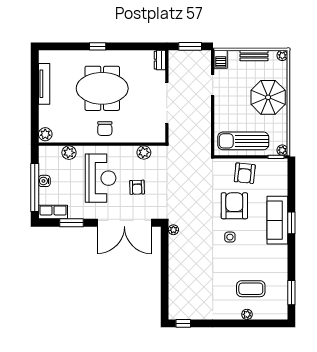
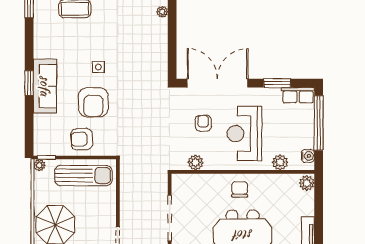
armchair: (245, 173) -> (82, 139), turned -98
water cooler: (44, 181) -> (308, 156), moved
plant: (173, 230) -> (162, 12), moved

